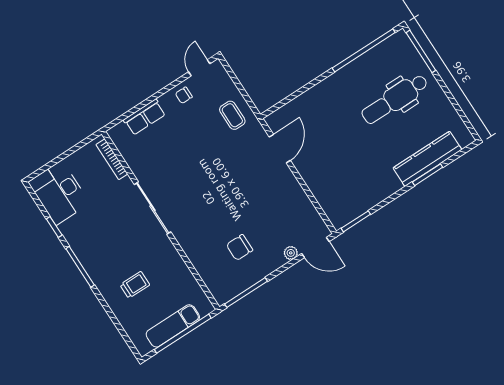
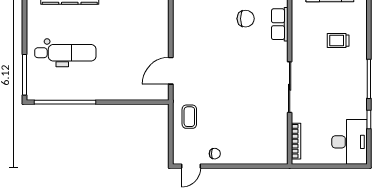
row of seats: (145, 117) -> (280, 24), moved, turned -90

